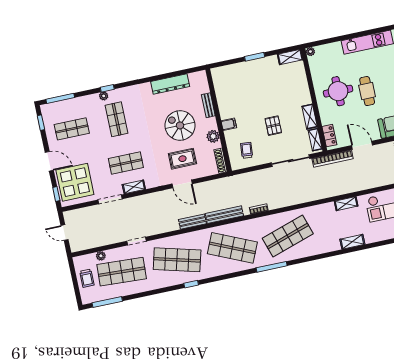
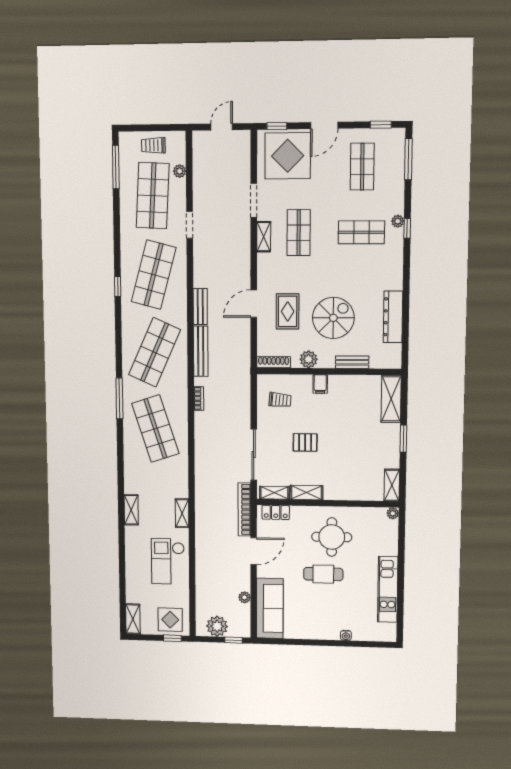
shelving: (228, 72) -> (391, 399), added

